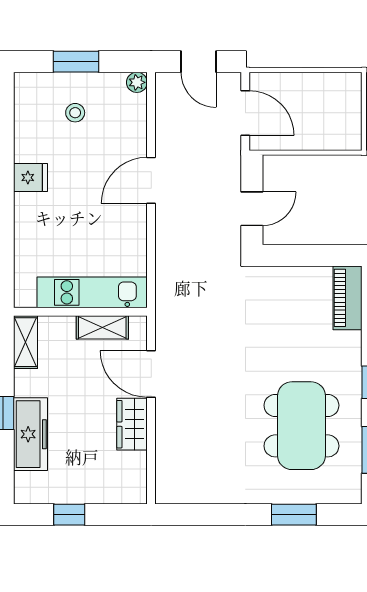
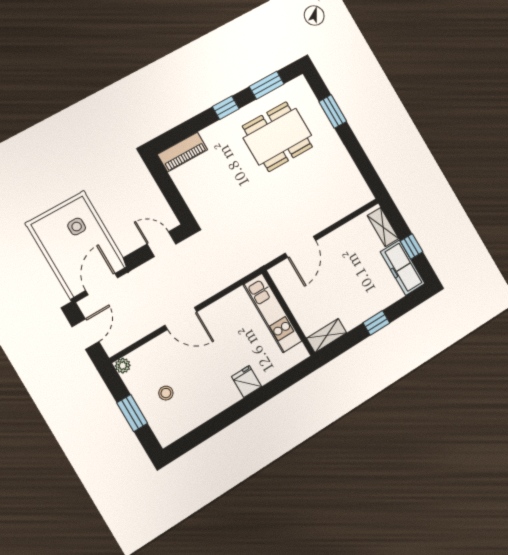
side table: (329, 123) -> (77, 227), added
fridge: (31, 178) -> (247, 381), moved
shelving: (102, 327) -> (383, 227), moved
wardrobe: (132, 424) -> (337, 240), removed
freezer: (30, 434) -> (403, 268), moved, turned -90

